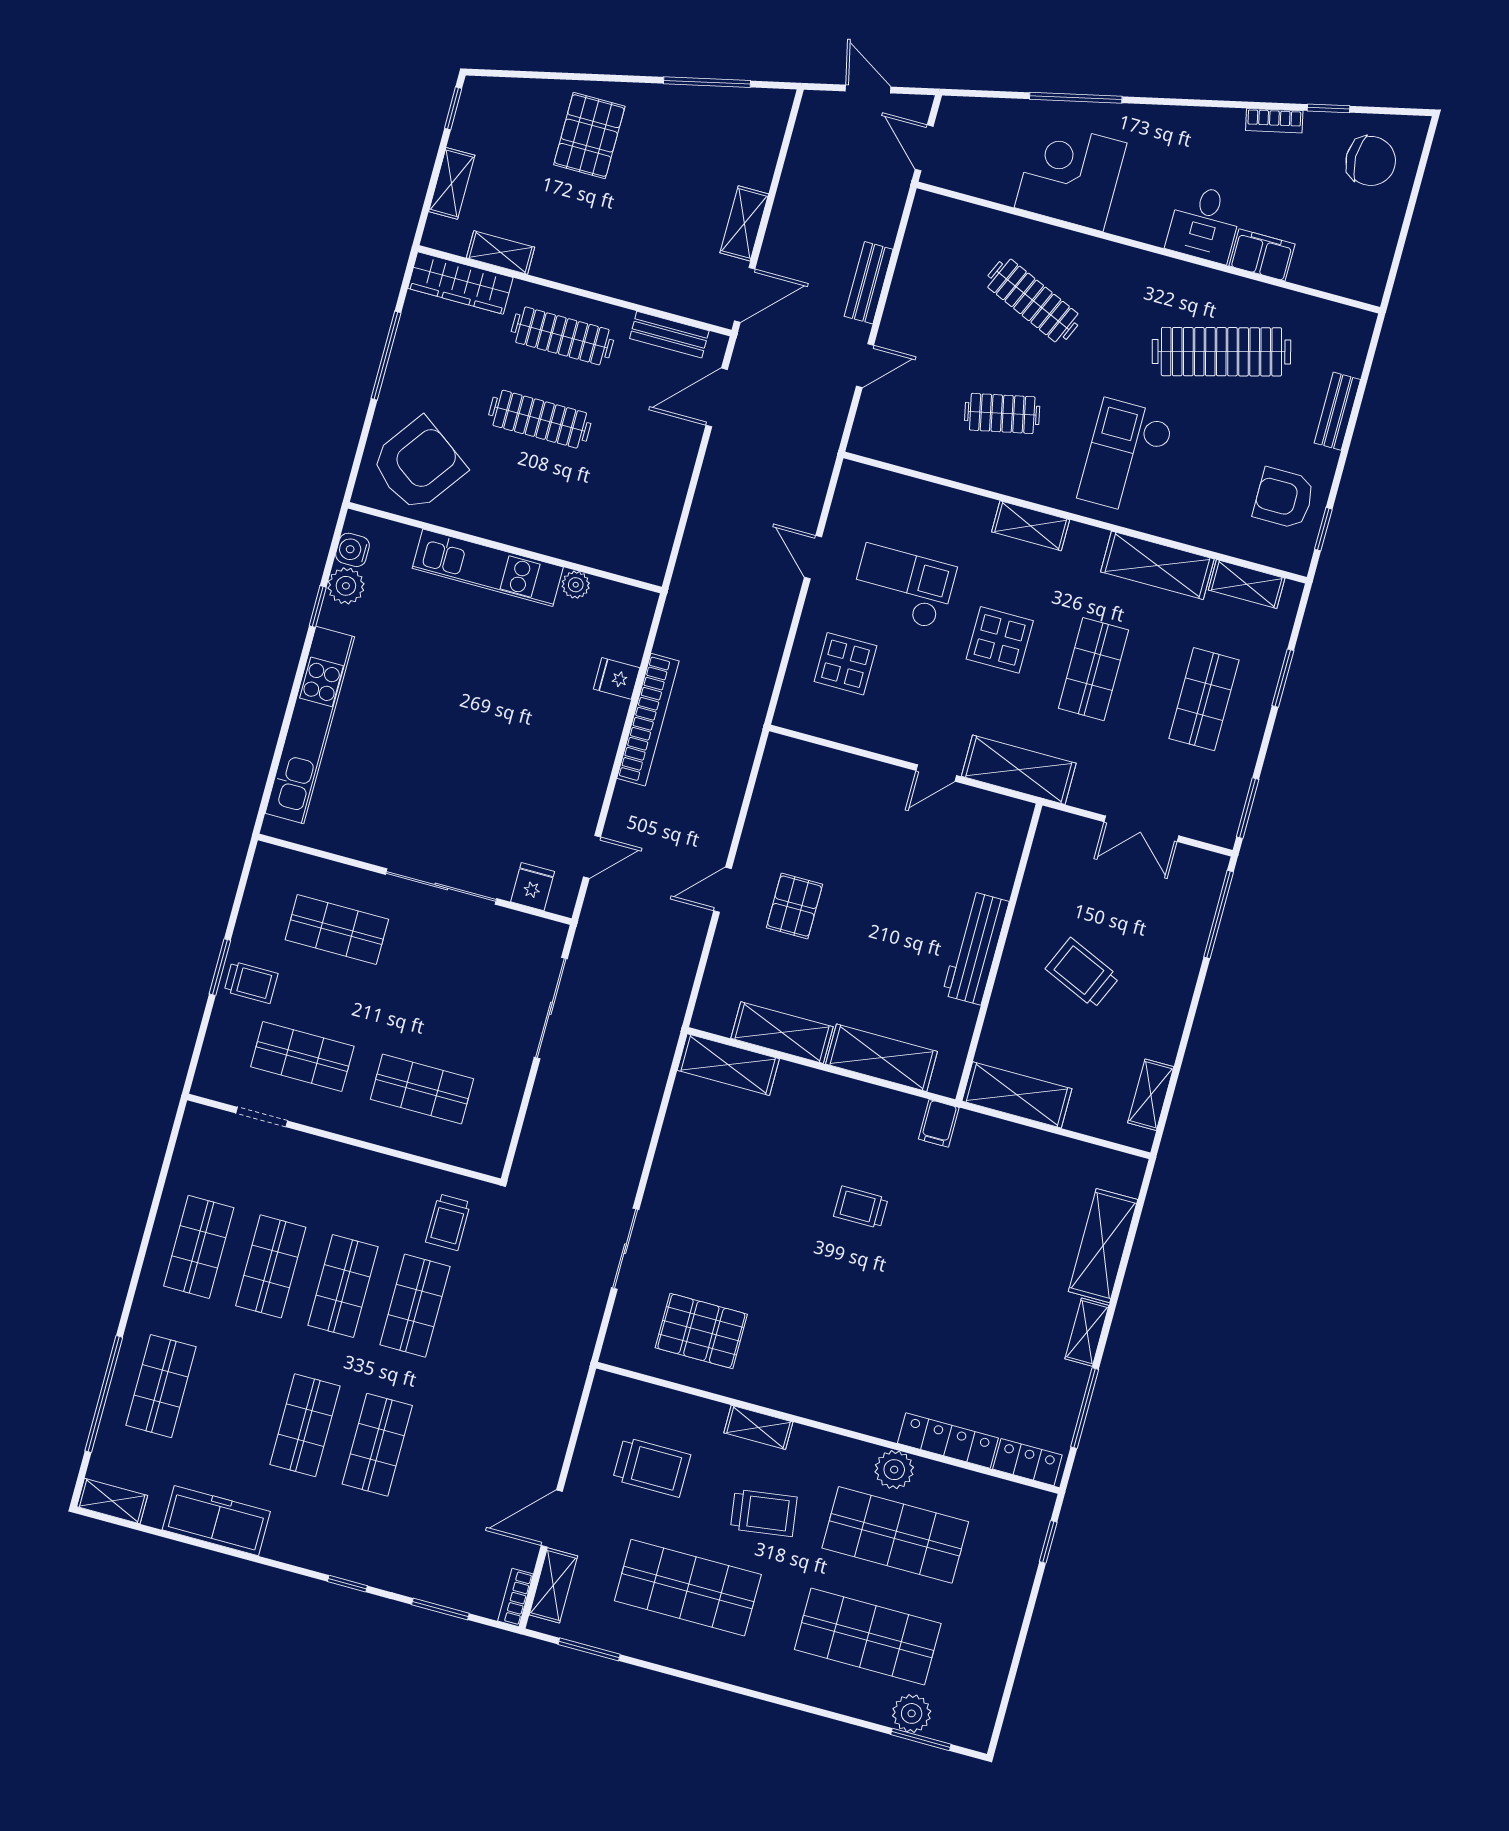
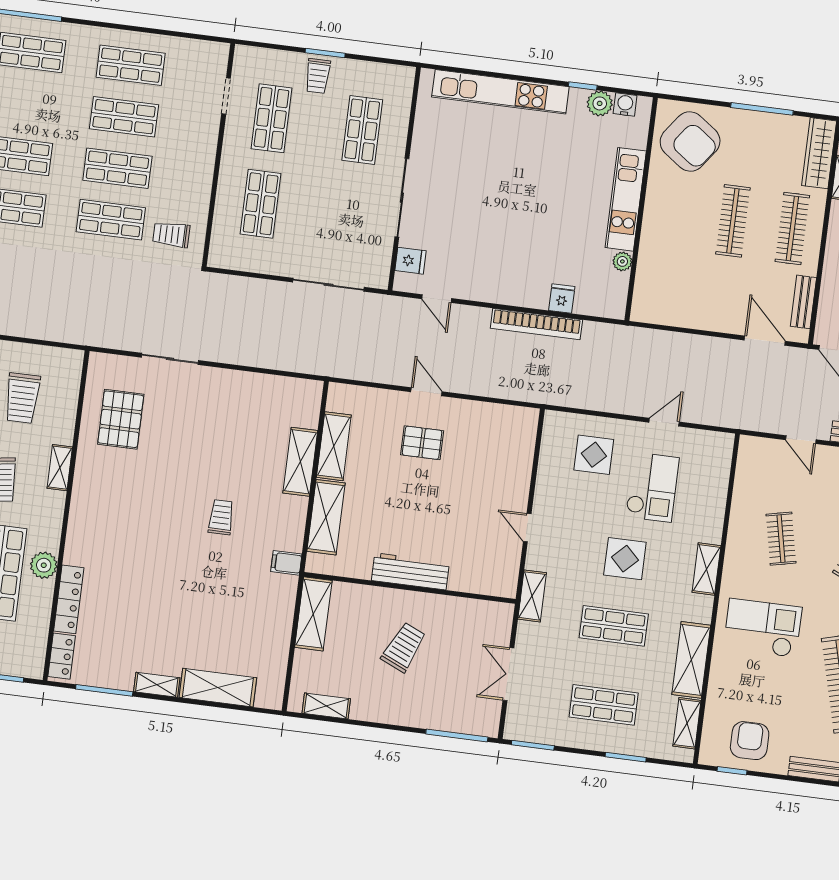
shelving: (1019, 770) -> (532, 596), width x0.67, depth x0.75
shelving: (728, 1065) -> (300, 462), moved

